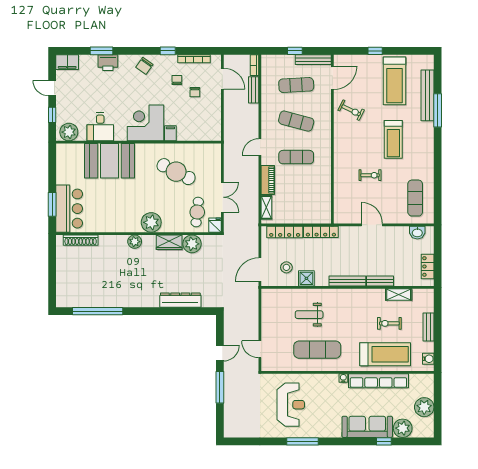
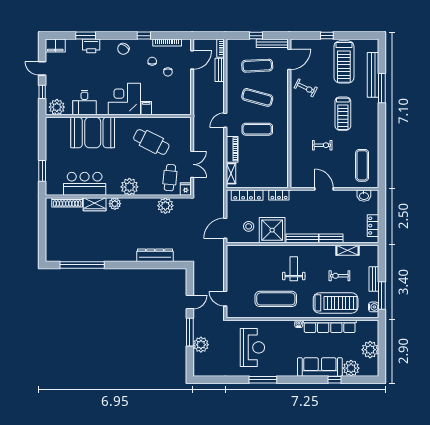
door: (222, 79) -> (192, 60), hinge flipped
bar counter: (69, 209) -> (85, 184), moved, turned -90
locker: (321, 232) -> (279, 195), width x0.66
wardrobe: (169, 242) -> (95, 204), moved
shower: (306, 278) -> (272, 230), width x1.86, depth x1.86
weight bench: (309, 315) -> (294, 269), moved, turned 90
window: (438, 346) -> (382, 295), added
plant: (232, 401) -> (201, 345), added

